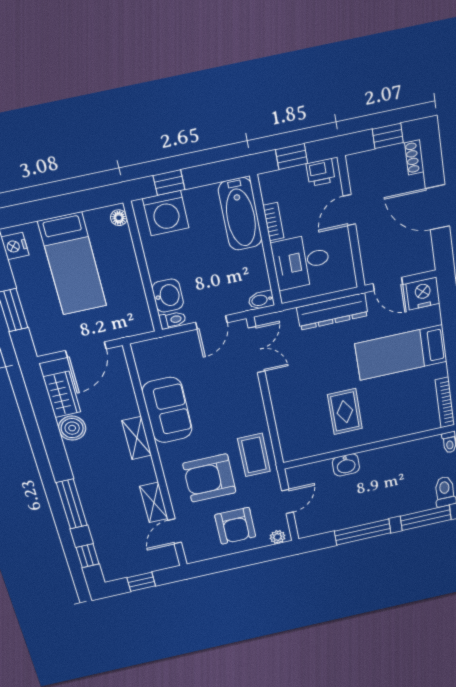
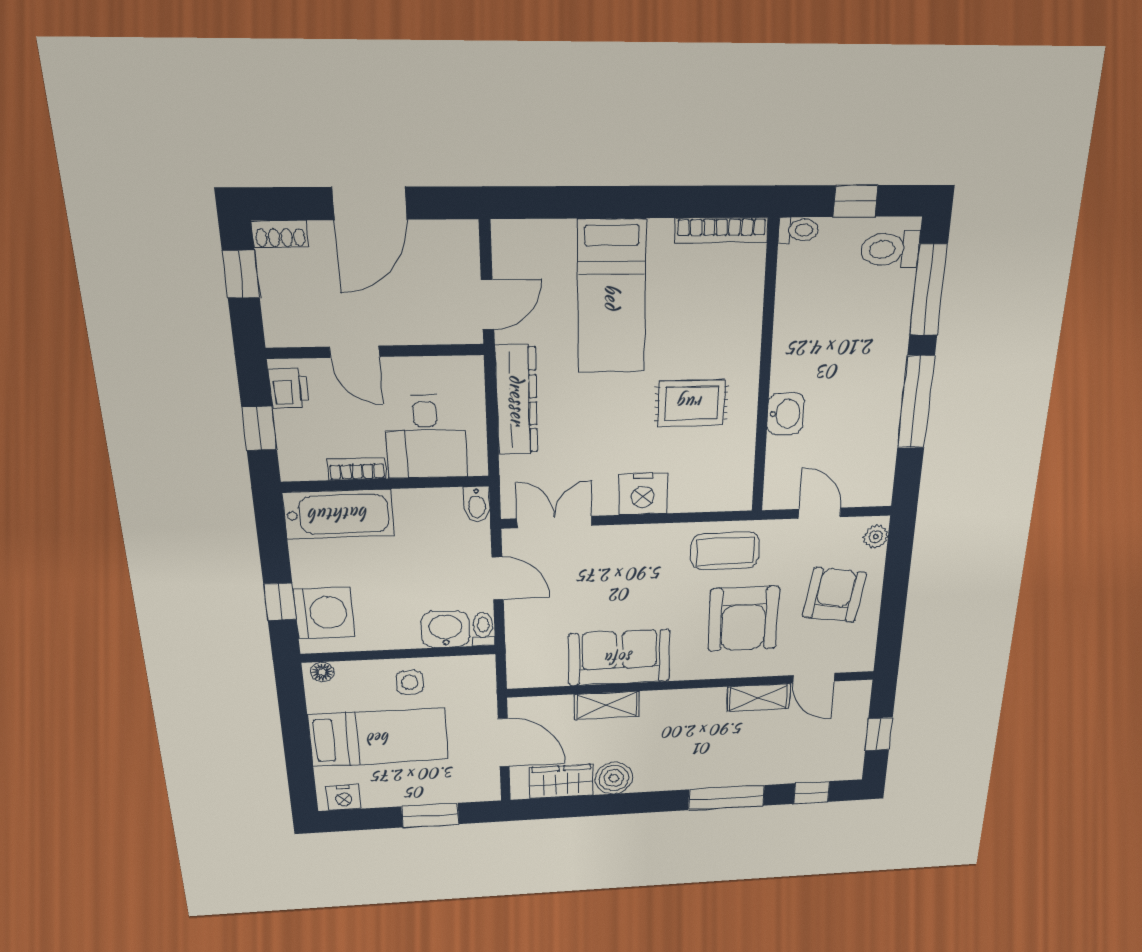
side table: (122, 278) -> (410, 682), added
nightstand: (423, 293) -> (643, 494), moved, turned -90
shelving: (137, 438) -> (607, 705), moved
armchair: (235, 526) -> (834, 595), turned -81

